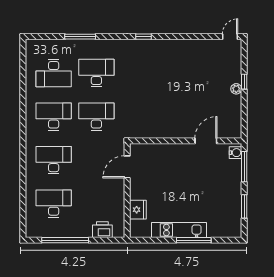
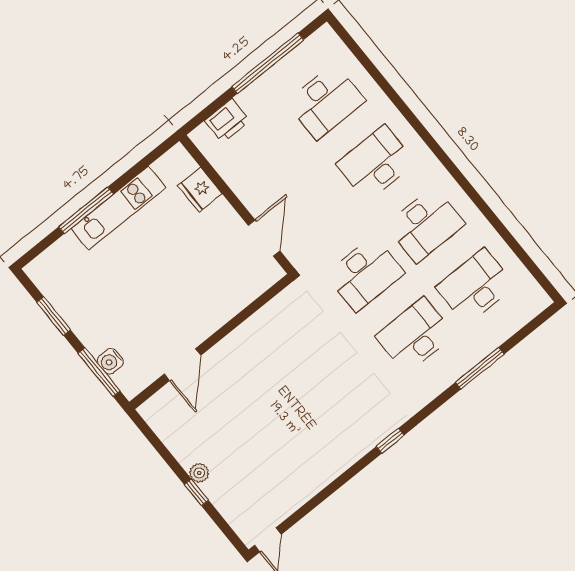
desk: (96, 73) -> (415, 335), turned 180
water cooler: (236, 153) -> (110, 361), moved
desk: (54, 160) -> (376, 163), turned 180

